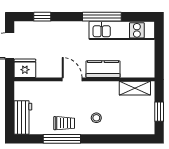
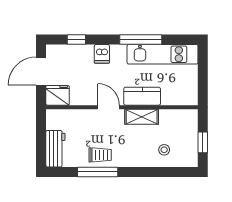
dishwasher: (66, 30) -> (102, 54), added
shelving: (135, 88) -> (142, 117), moved
stool: (96, 118) -> (164, 150), moved

